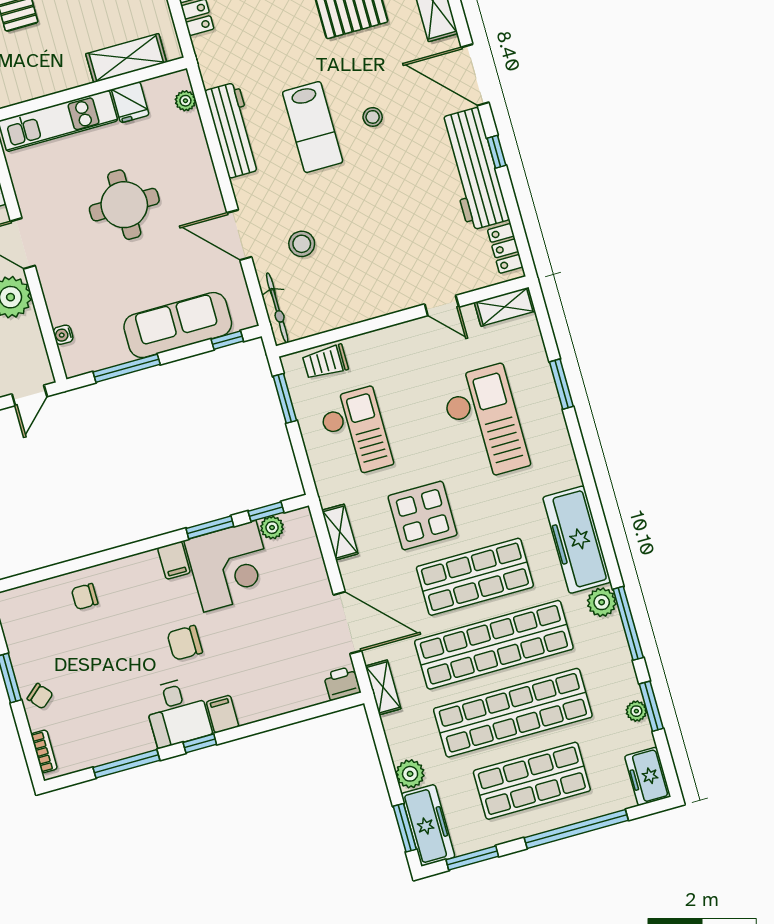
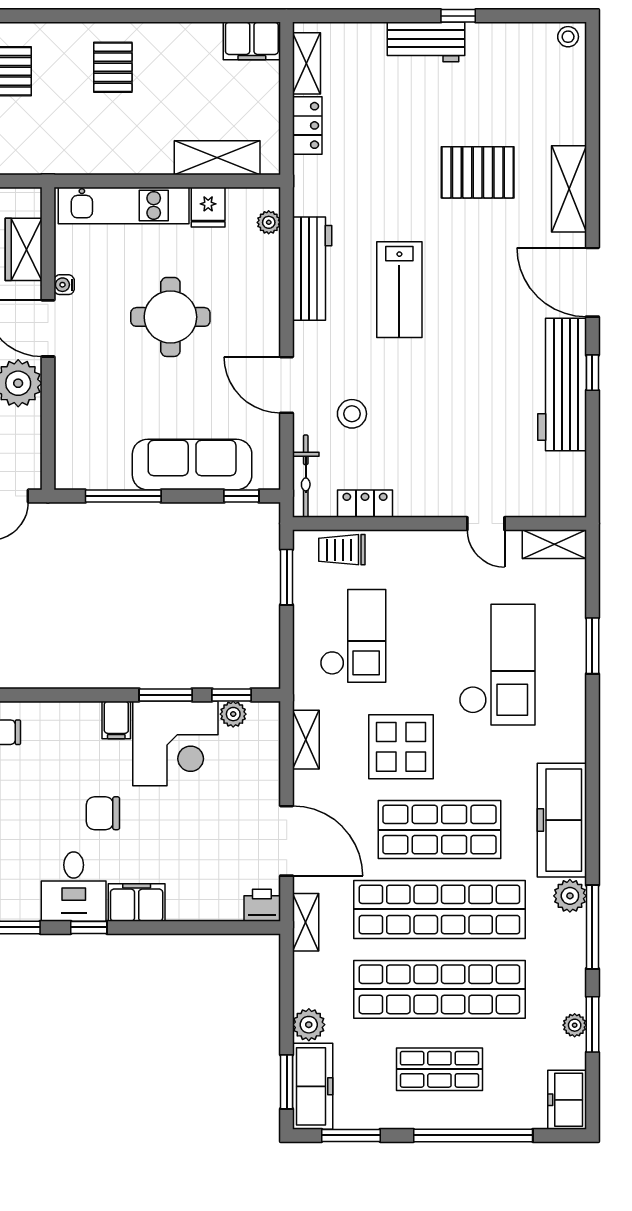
stool: (373, 117) -> (468, 297), removed
locker: (505, 248) -> (365, 504), moved, turned 90
water cooler: (63, 335) -> (64, 285), moved
filing cabinet: (223, 714) -> (137, 902), width x2.00
shop shelf: (532, 781) -> (439, 1069), width x0.70, depth x0.74

